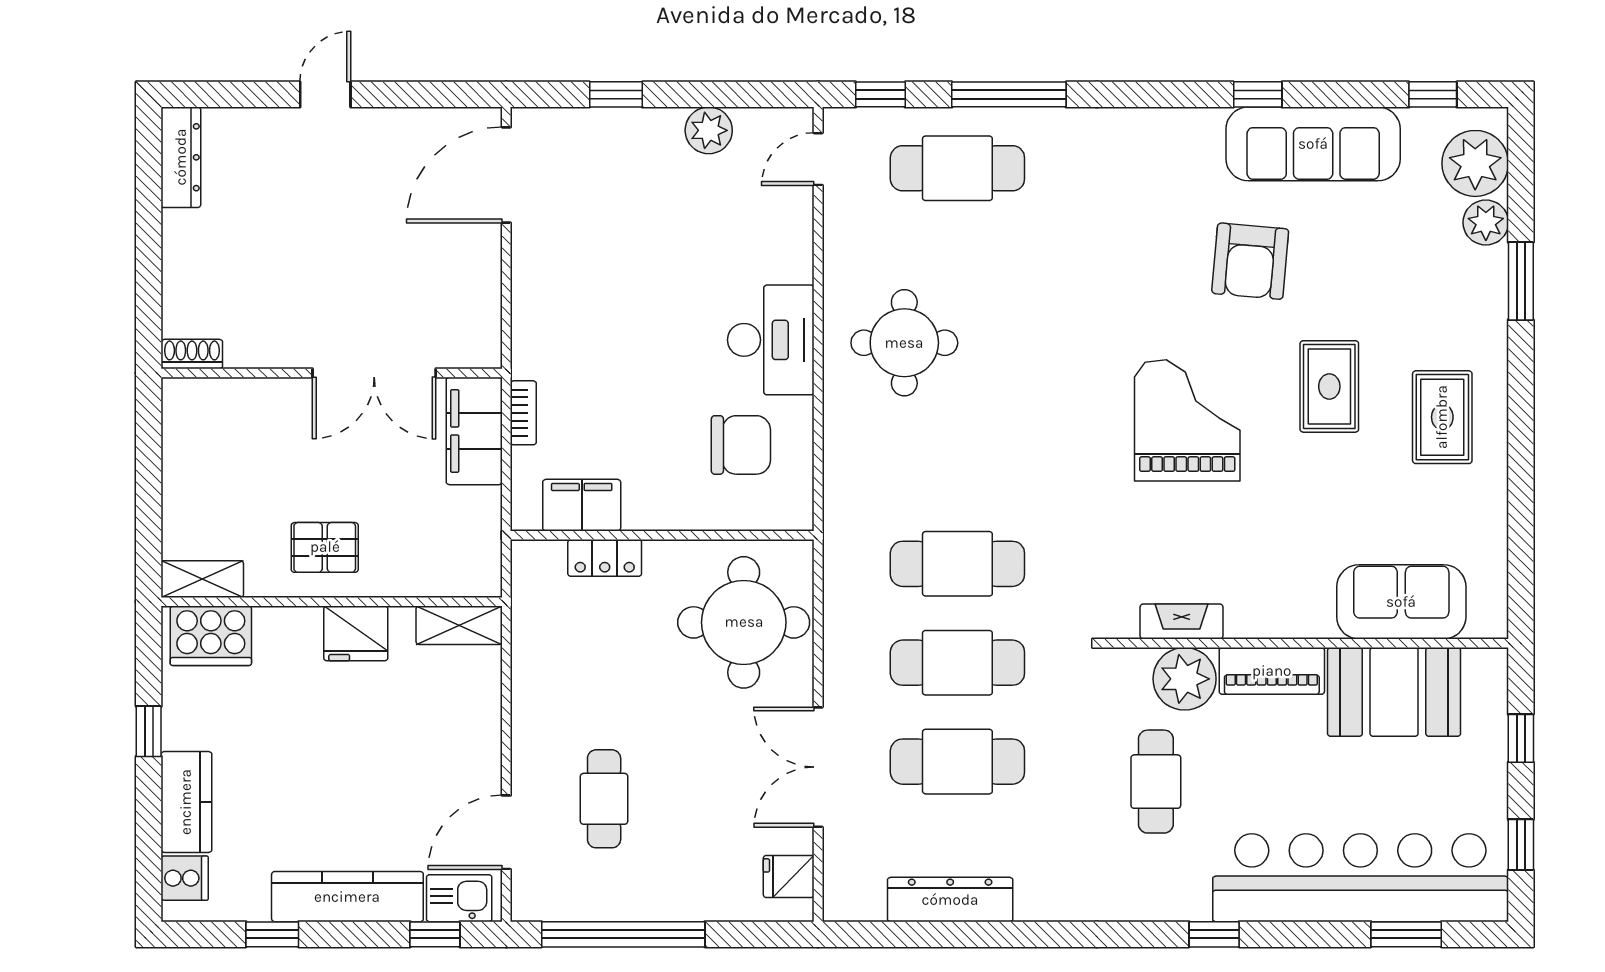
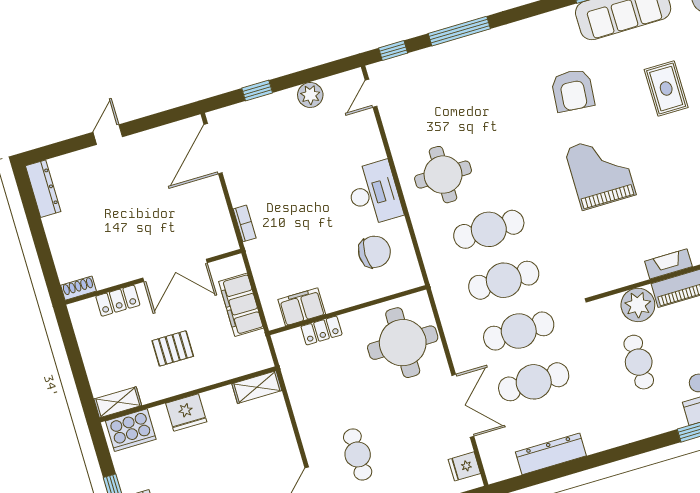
cafe table: (957, 168) -> (489, 229), moved
armchair: (1250, 261) -> (573, 90), moved
rug: (1329, 386) -> (666, 89), moved
locker: (256, 397) -> (118, 301), added
bookcase: (523, 413) -> (245, 223), moved
filing cabinet: (474, 431) -> (241, 305), moved
pallet: (325, 547) -> (173, 348), moved
fireplace: (1182, 621) -> (668, 264), moved
fridge: (356, 633) -> (186, 412), moved
double door: (818, 767) -> (463, 406), swing flipped

